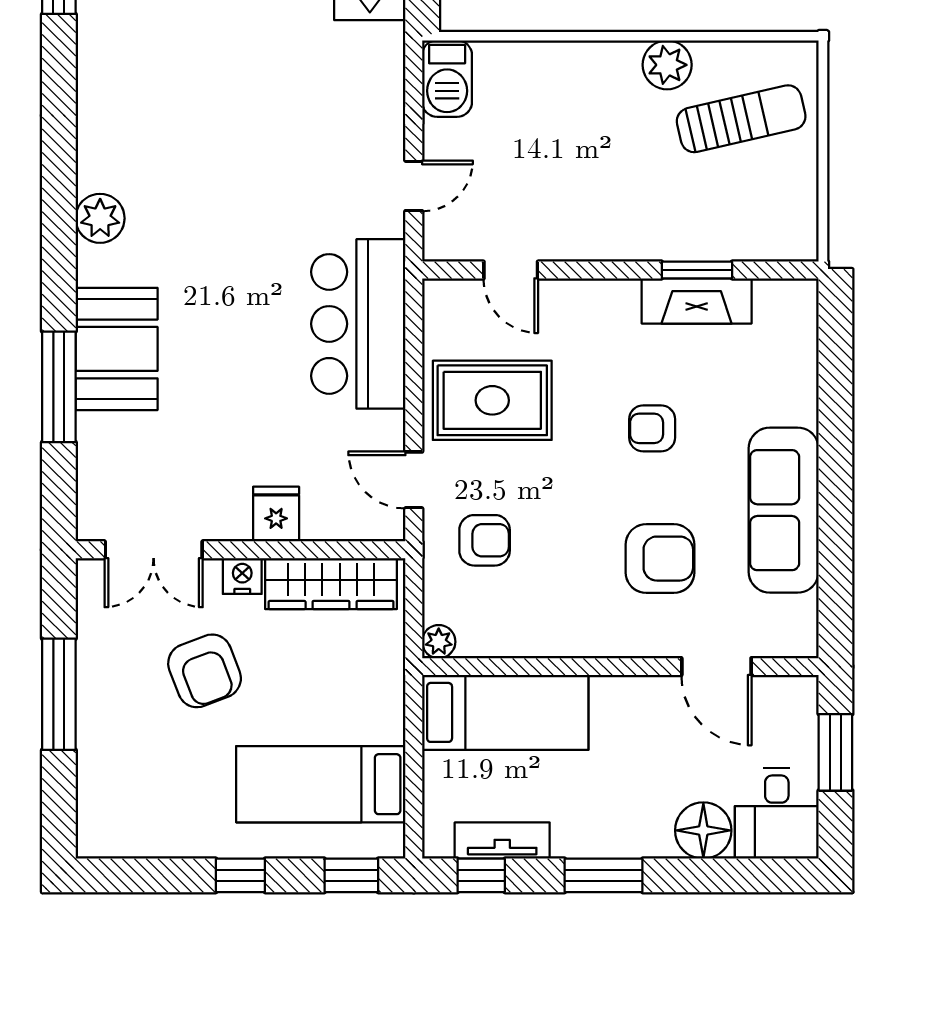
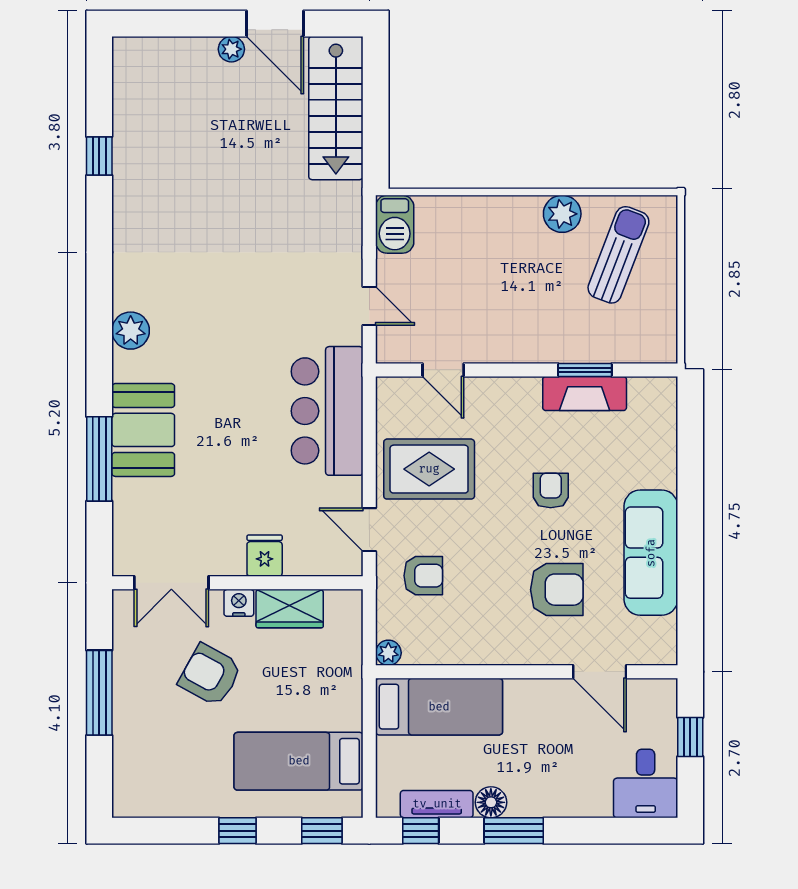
sun lounger: (741, 119) -> (618, 255), turned -56
door: (414, 186) -> (369, 306), hinge flipped
armchair: (652, 428) -> (551, 490), turned 90
wardrobe: (331, 584) -> (290, 609), width x0.67
armchair: (205, 671) -> (210, 675), turned 140
window: (835, 752) -> (690, 737), width x0.67
floor lamp: (703, 830) -> (491, 802), moved, width x0.73, depth x0.73

